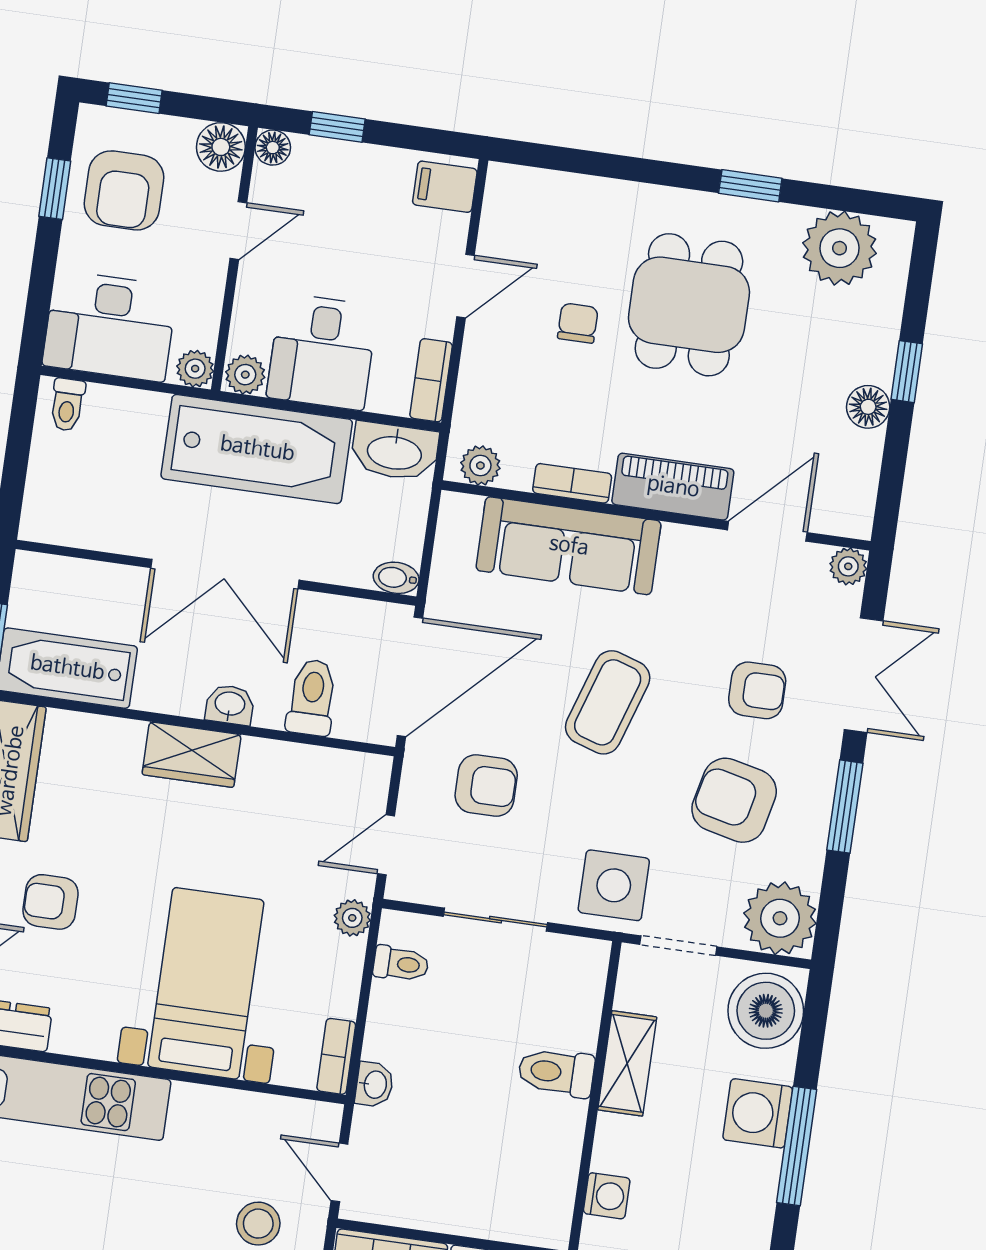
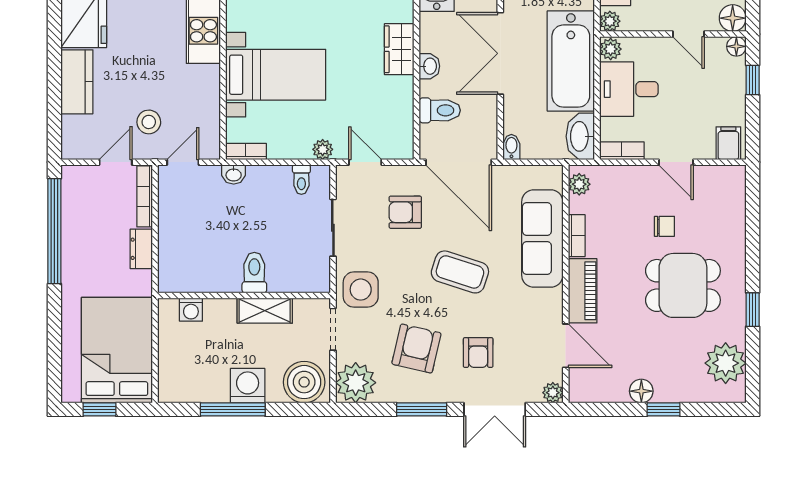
armchair: (486, 786) -> (405, 212), turned 90

